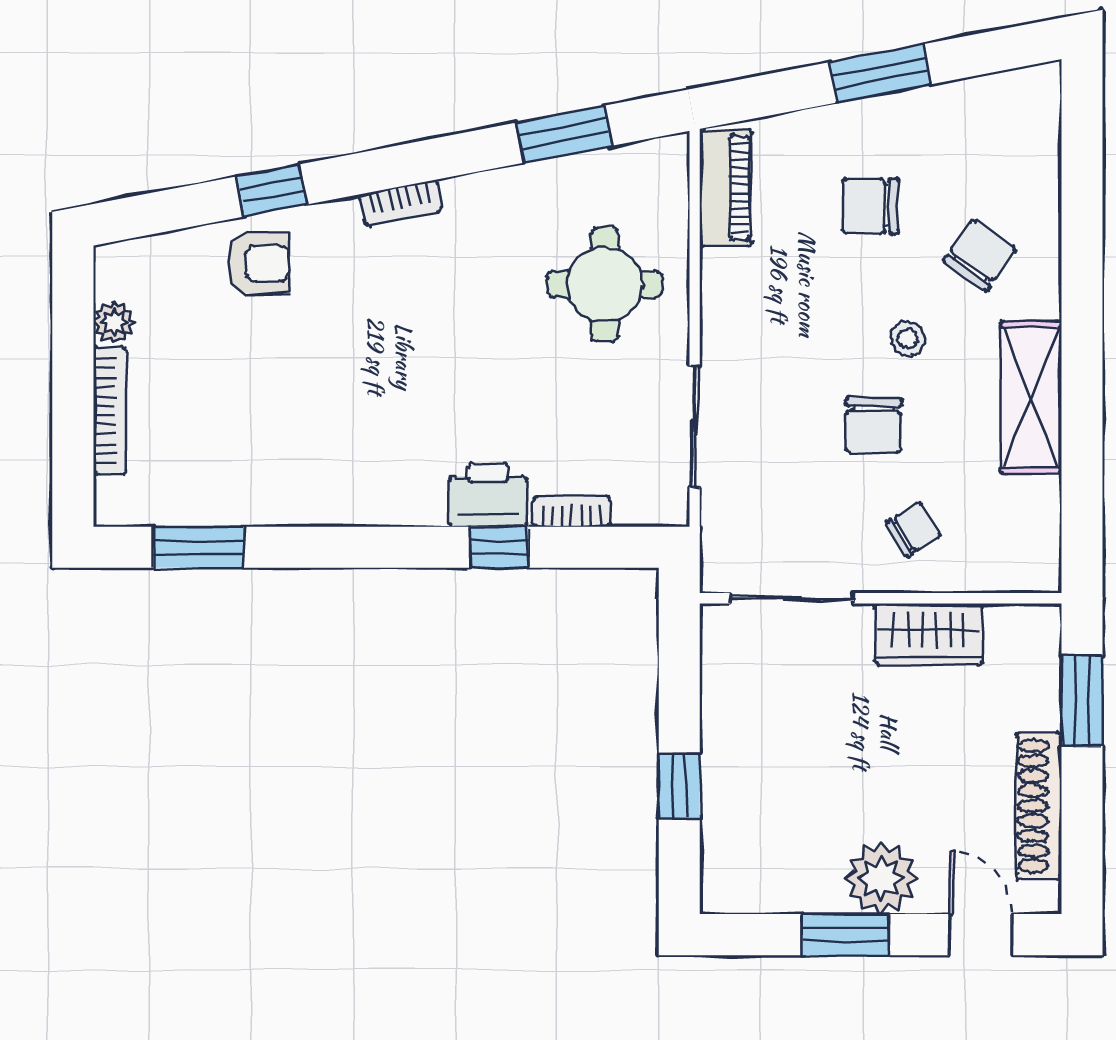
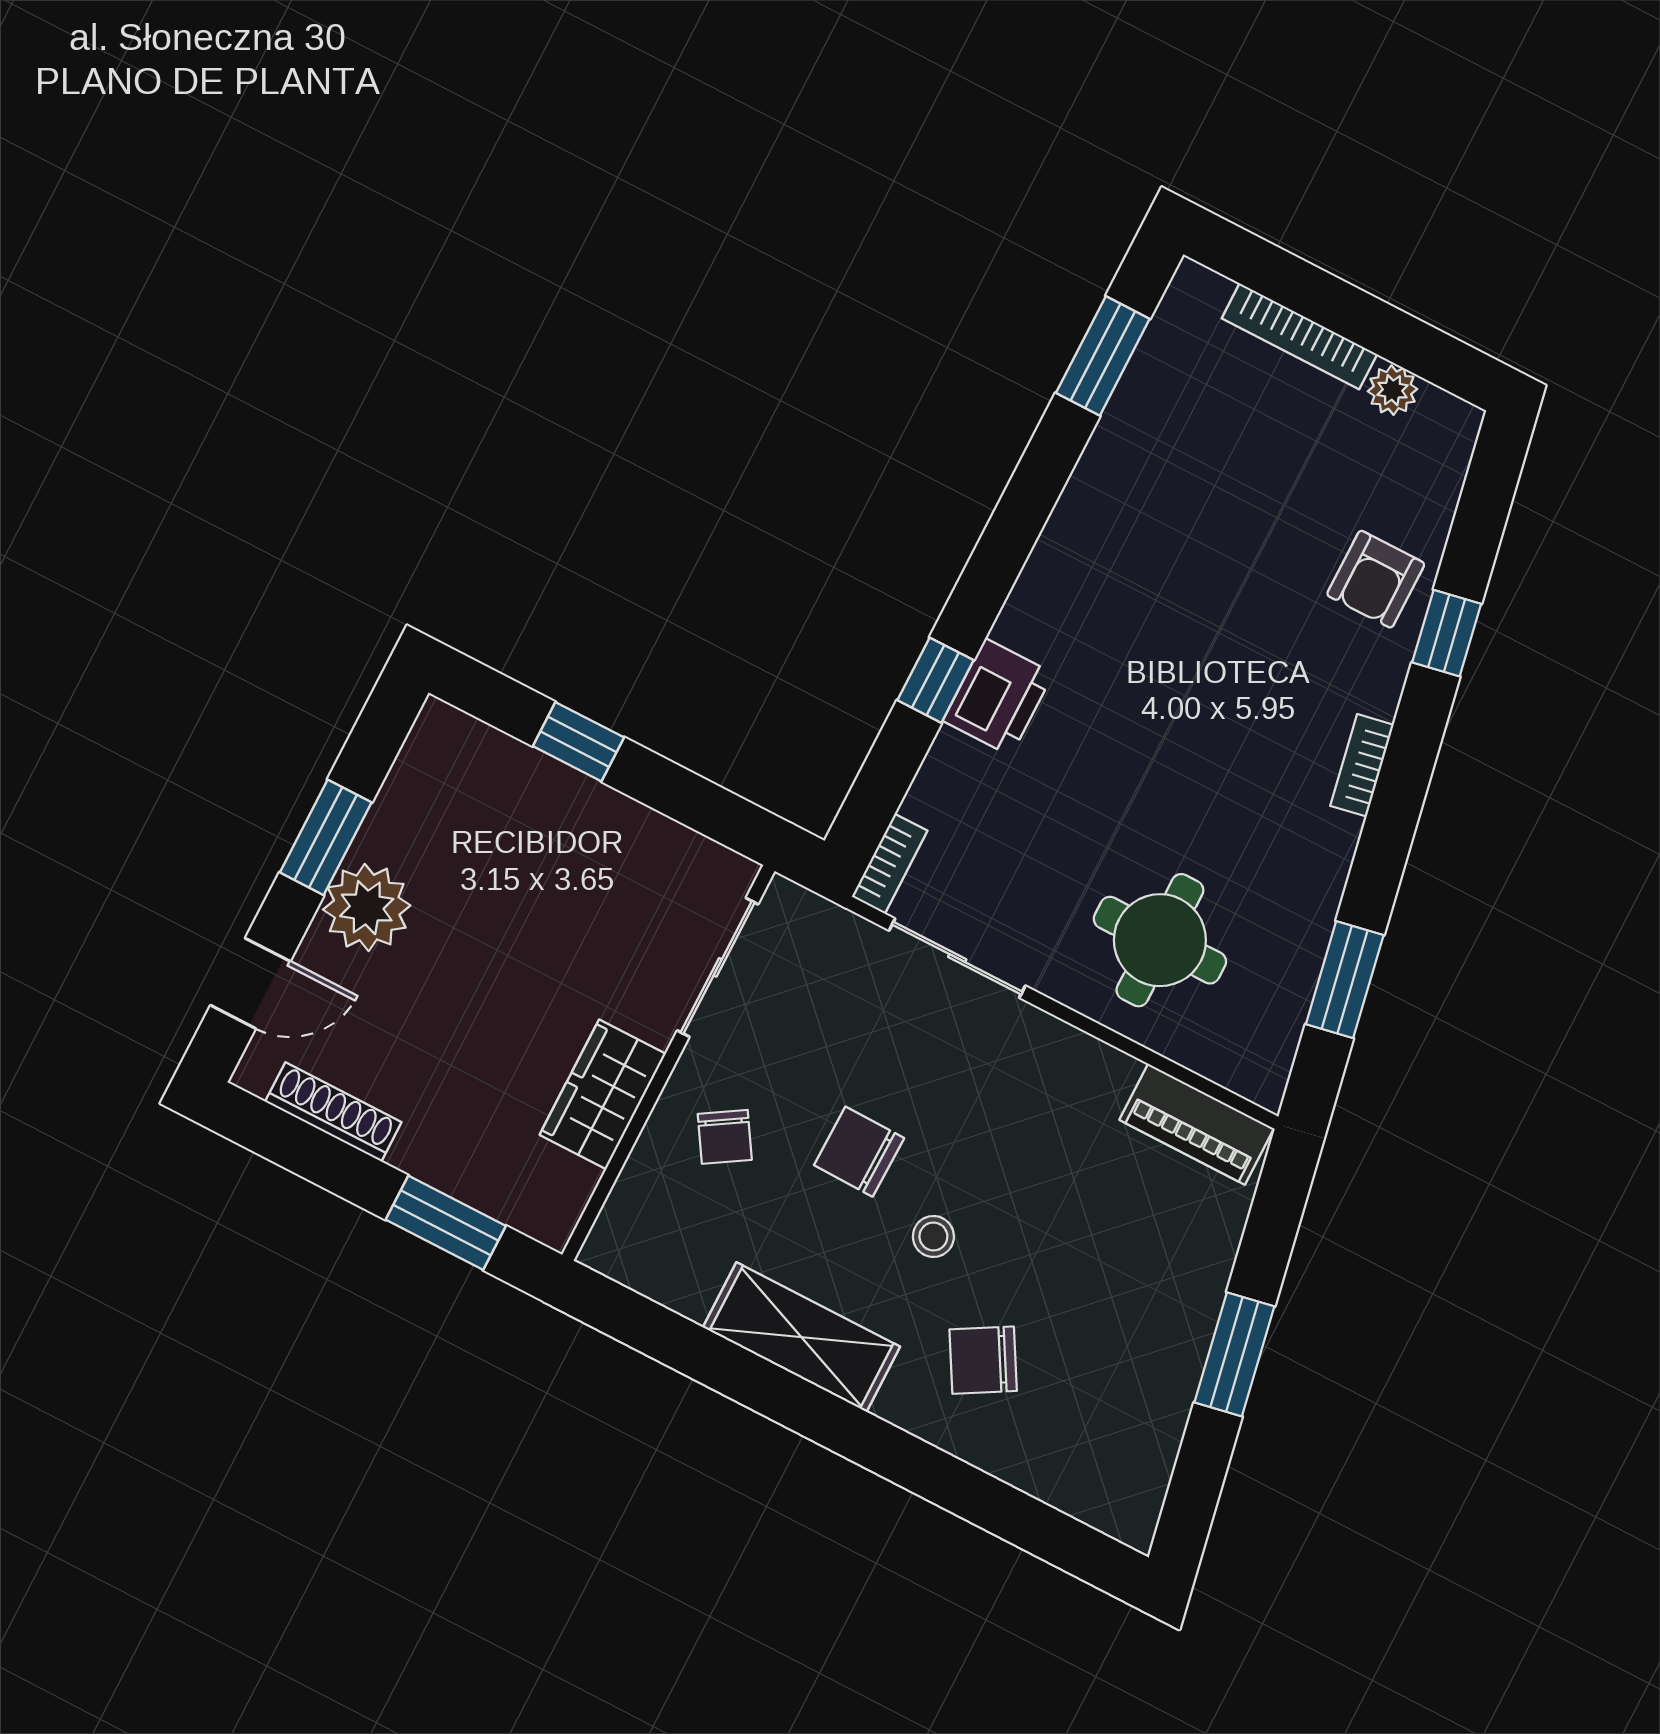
chair: (870, 206) -> (1097, 1270), removed
chair: (979, 255) -> (983, 1360), turned 115
bookcase: (572, 512) -> (890, 864), moved
shoe rack: (1039, 806) -> (333, 1112), width x0.74, depth x0.81

